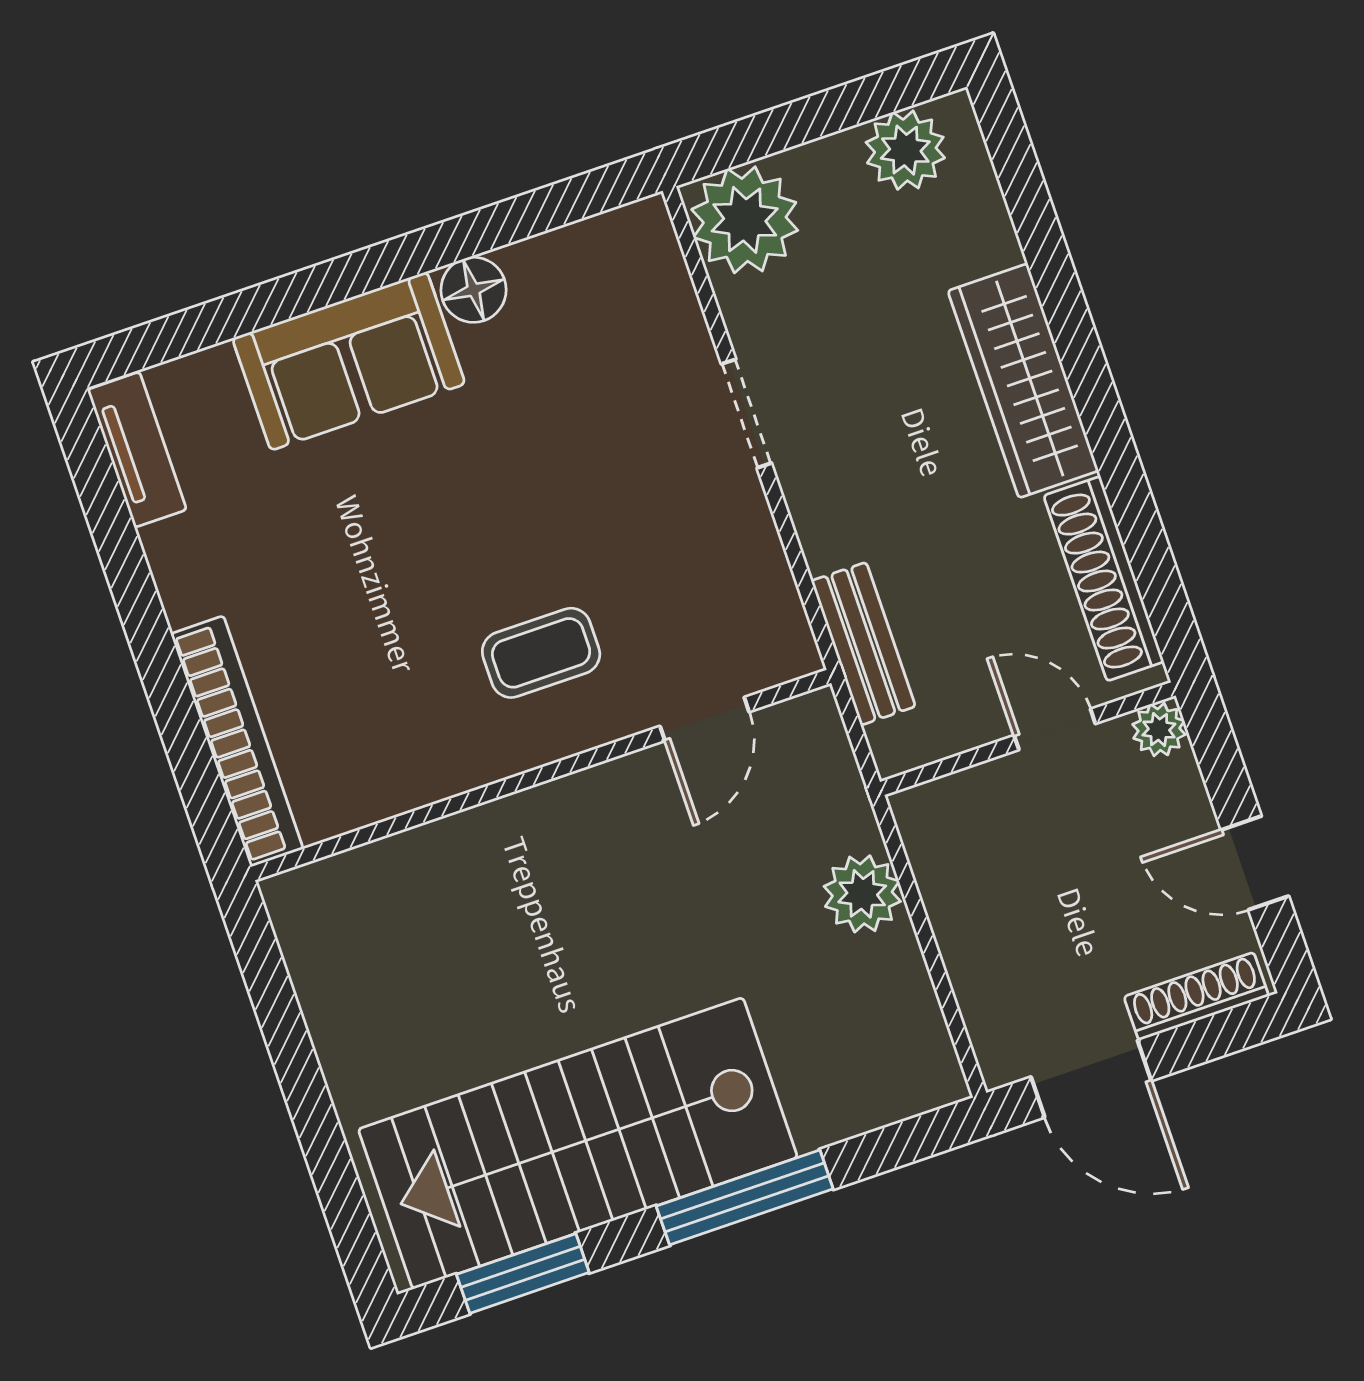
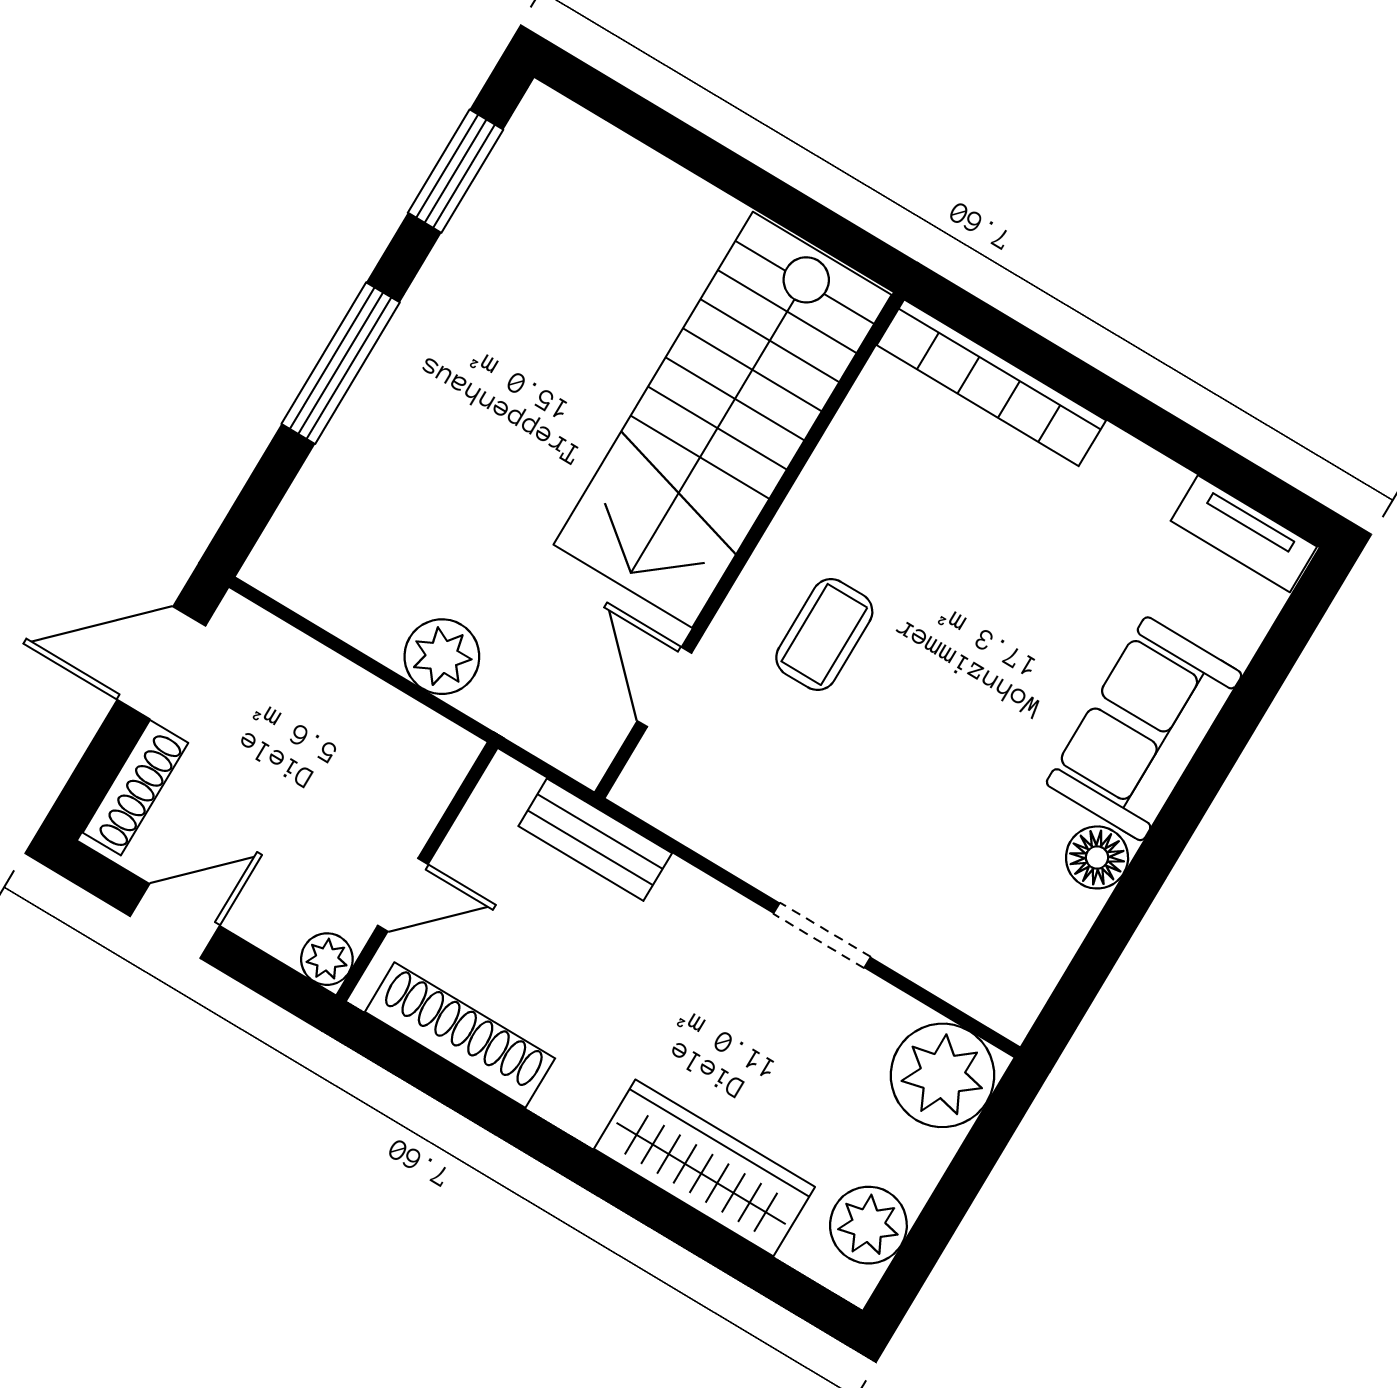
wardrobe: (1023, 381) -> (704, 1168), moved
stairs: (578, 1143) -> (723, 420), moved, turned 180

